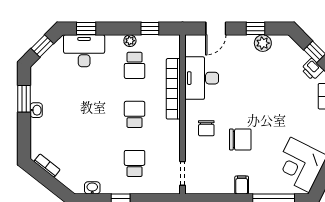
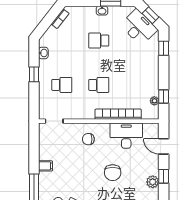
plant: (130, 41) -> (154, 101), moved
desk: (84, 51) -> (139, 27), moved, turned -45
school desk: (135, 65) -> (99, 41), moved
chair: (240, 139) -> (113, 173), moved

